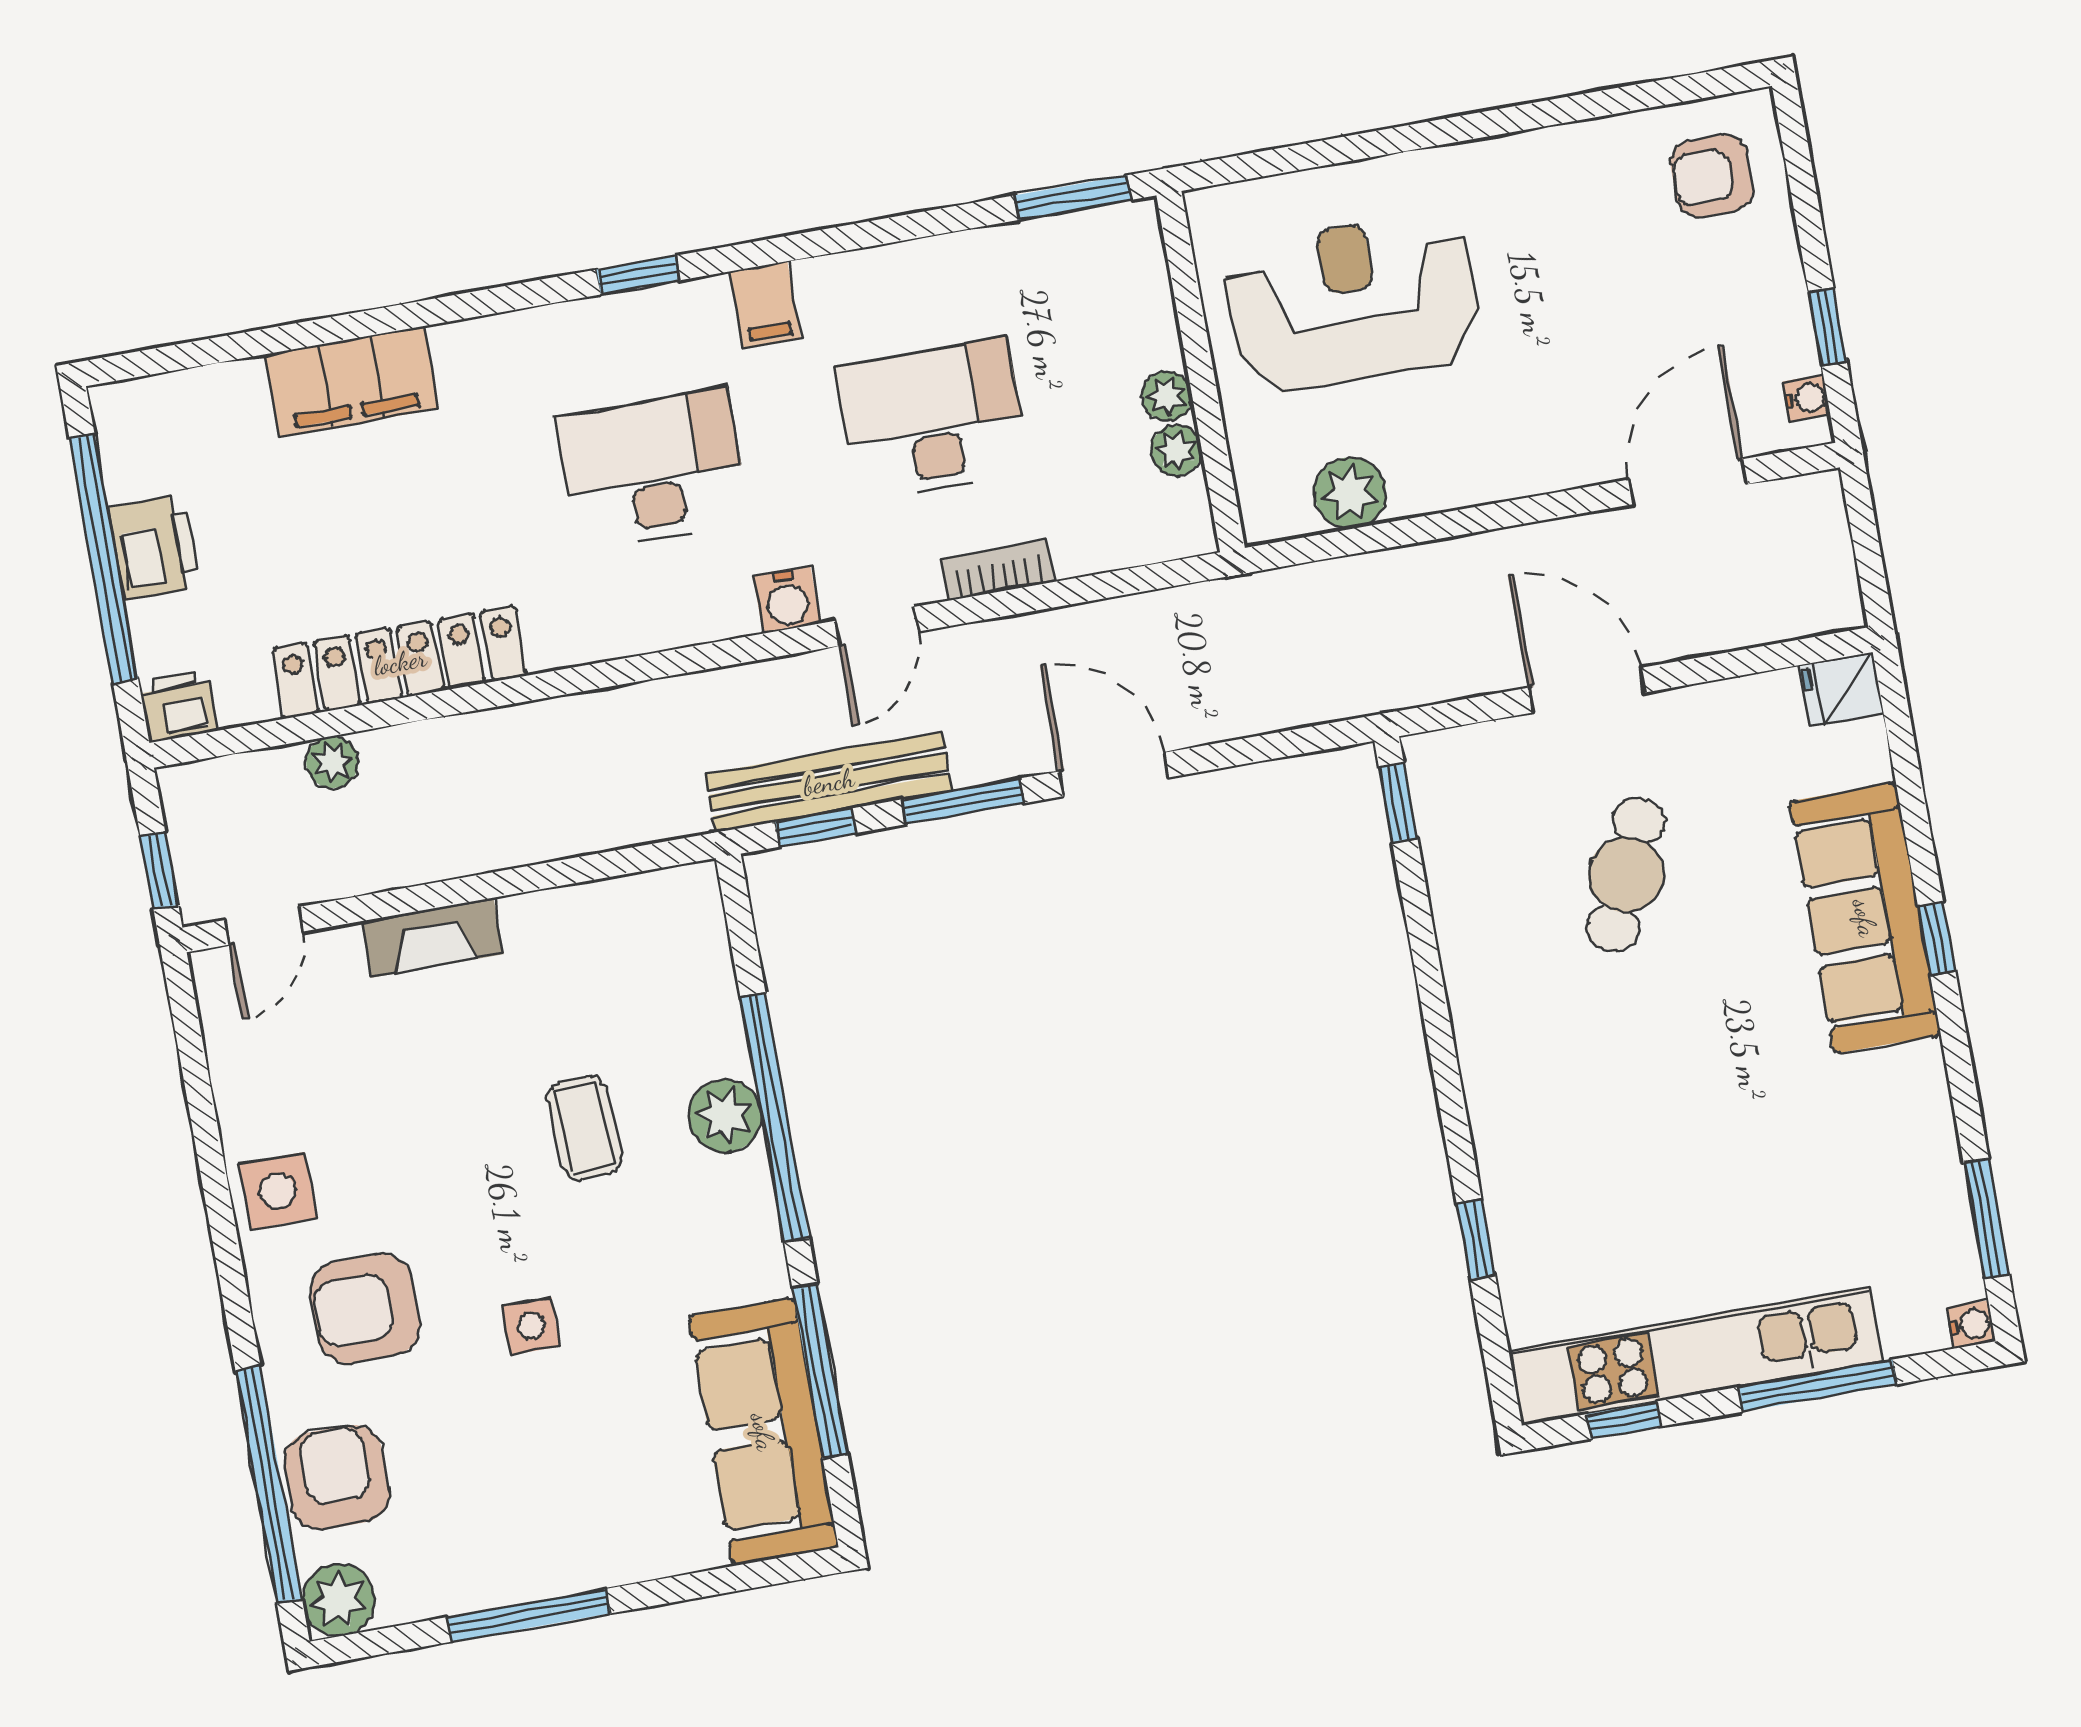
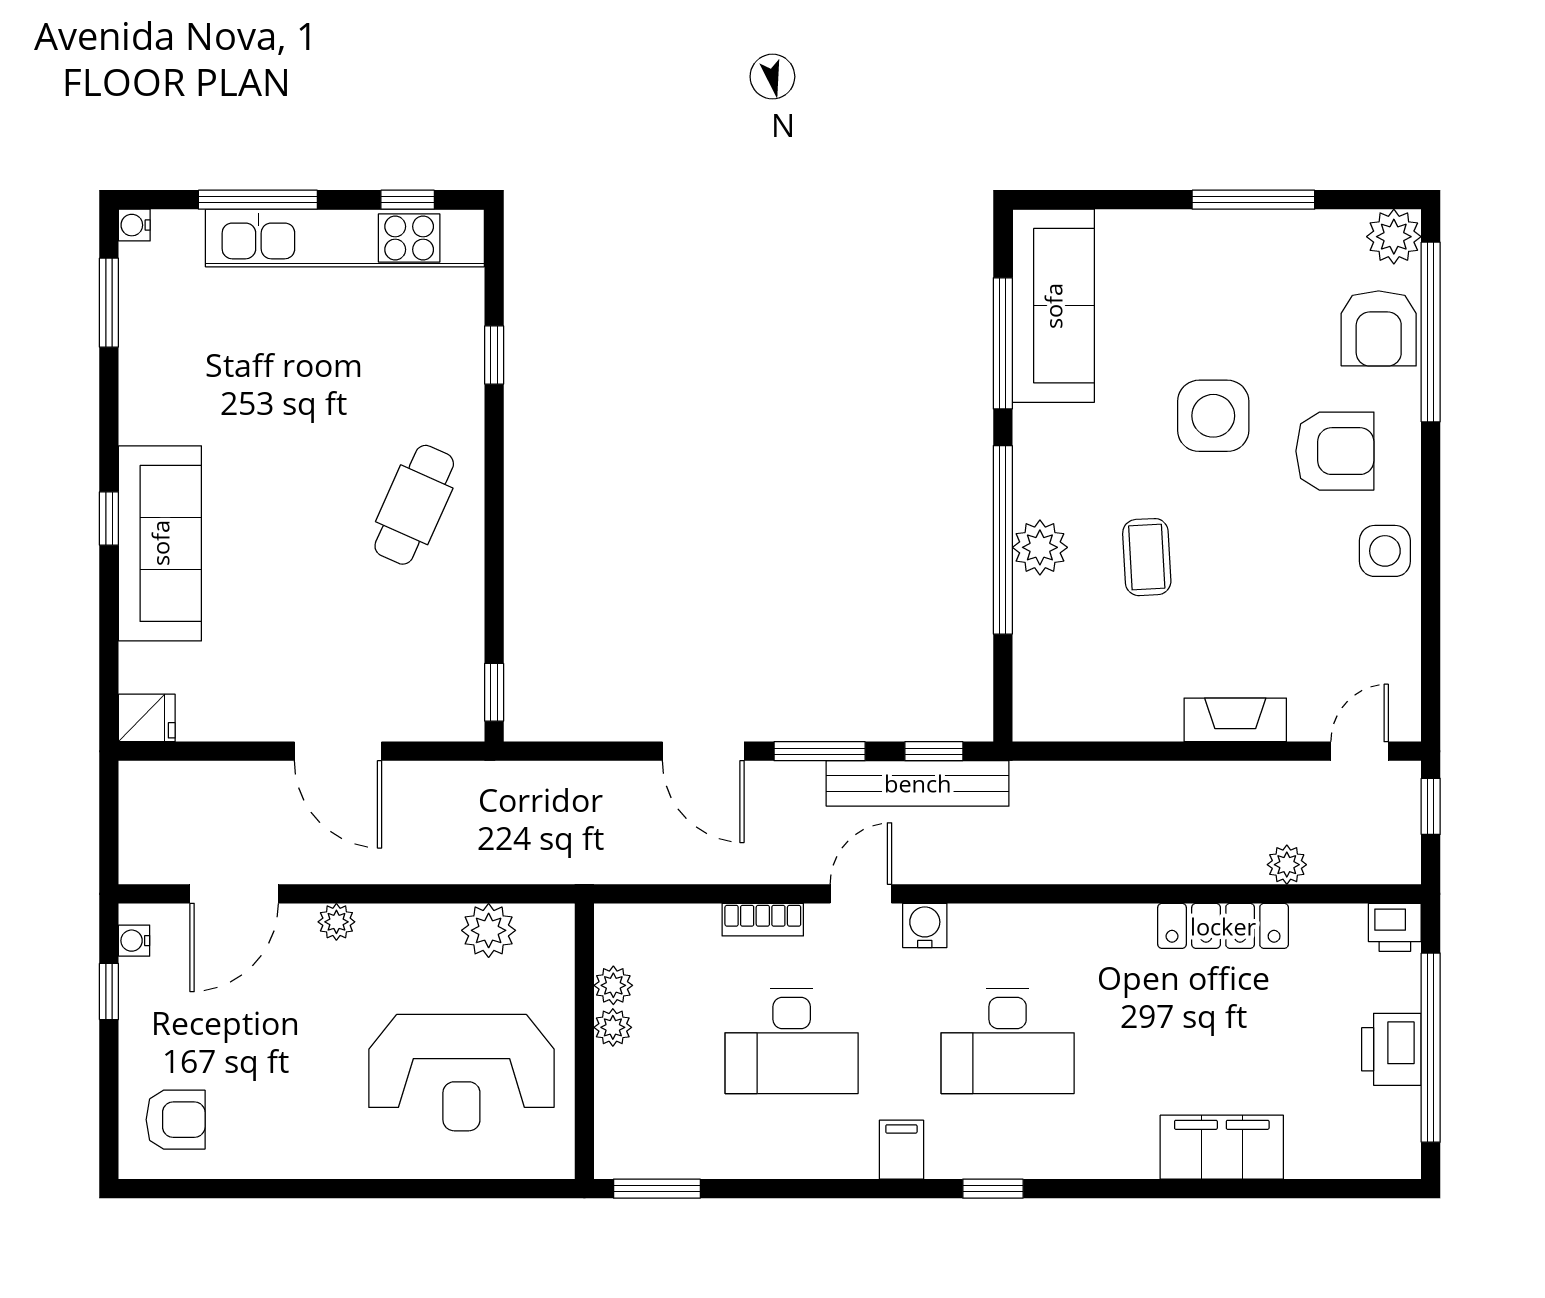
plant: (1549, 469) -> (336, 922), added
locker: (400, 662) -> (1223, 926), width x0.71, depth x0.83
cafe table: (1626, 875) -> (414, 505), moved
side table: (531, 1326) -> (1213, 416), width x1.87, depth x1.87

